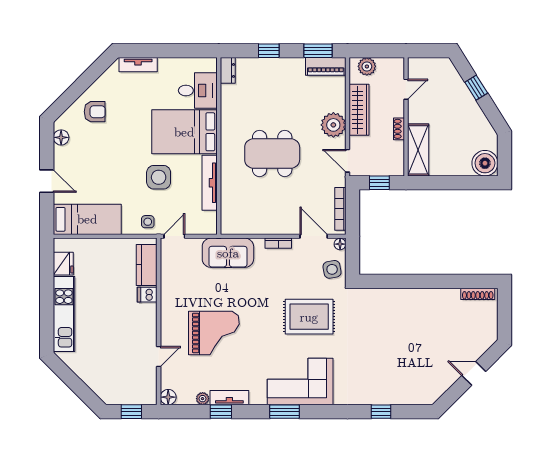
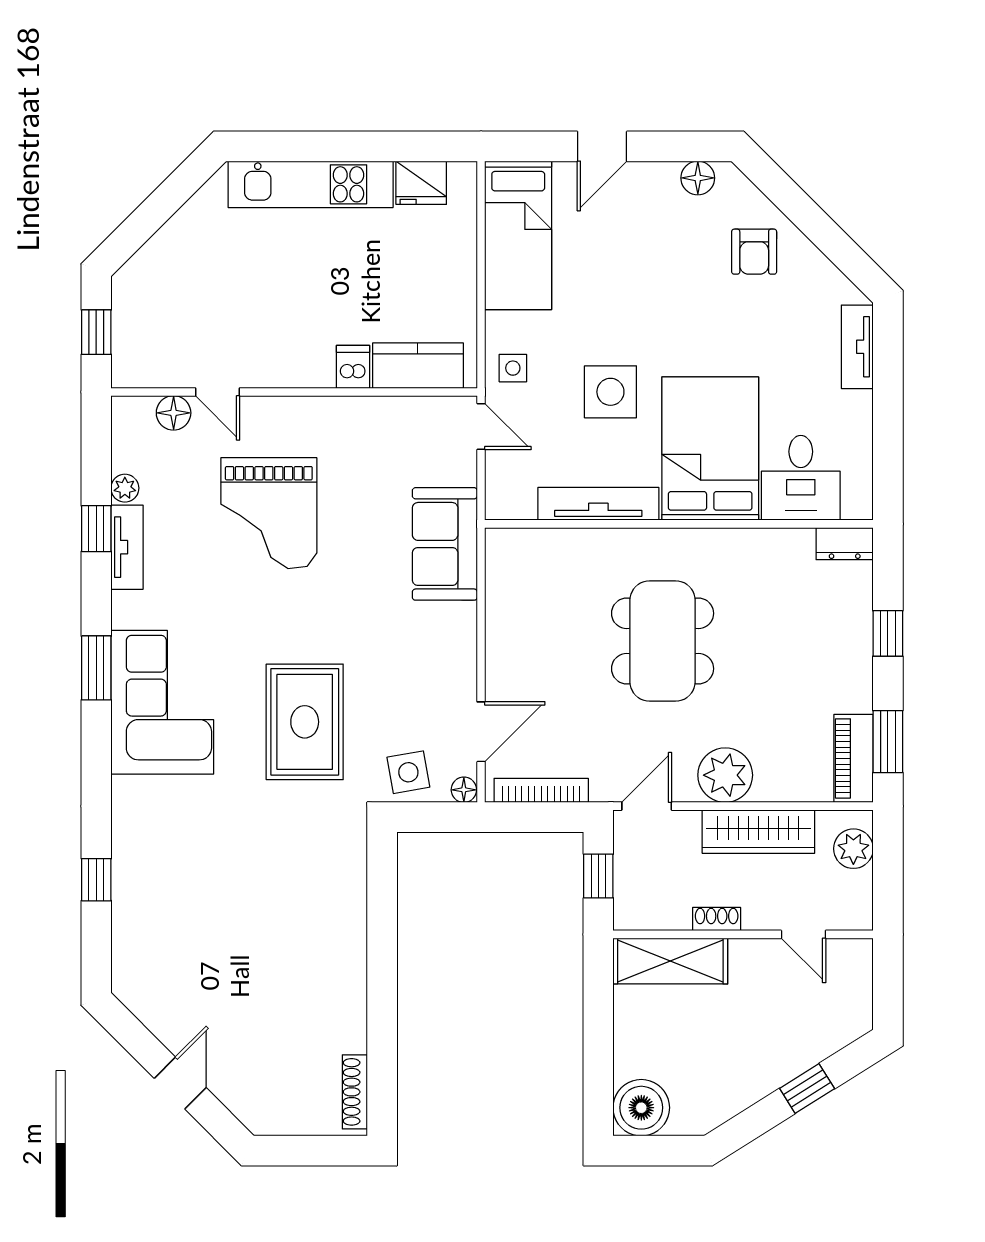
bookcase: (278, 243) -> (466, 654), removed
floor lamp: (168, 397) -> (174, 413), moved

